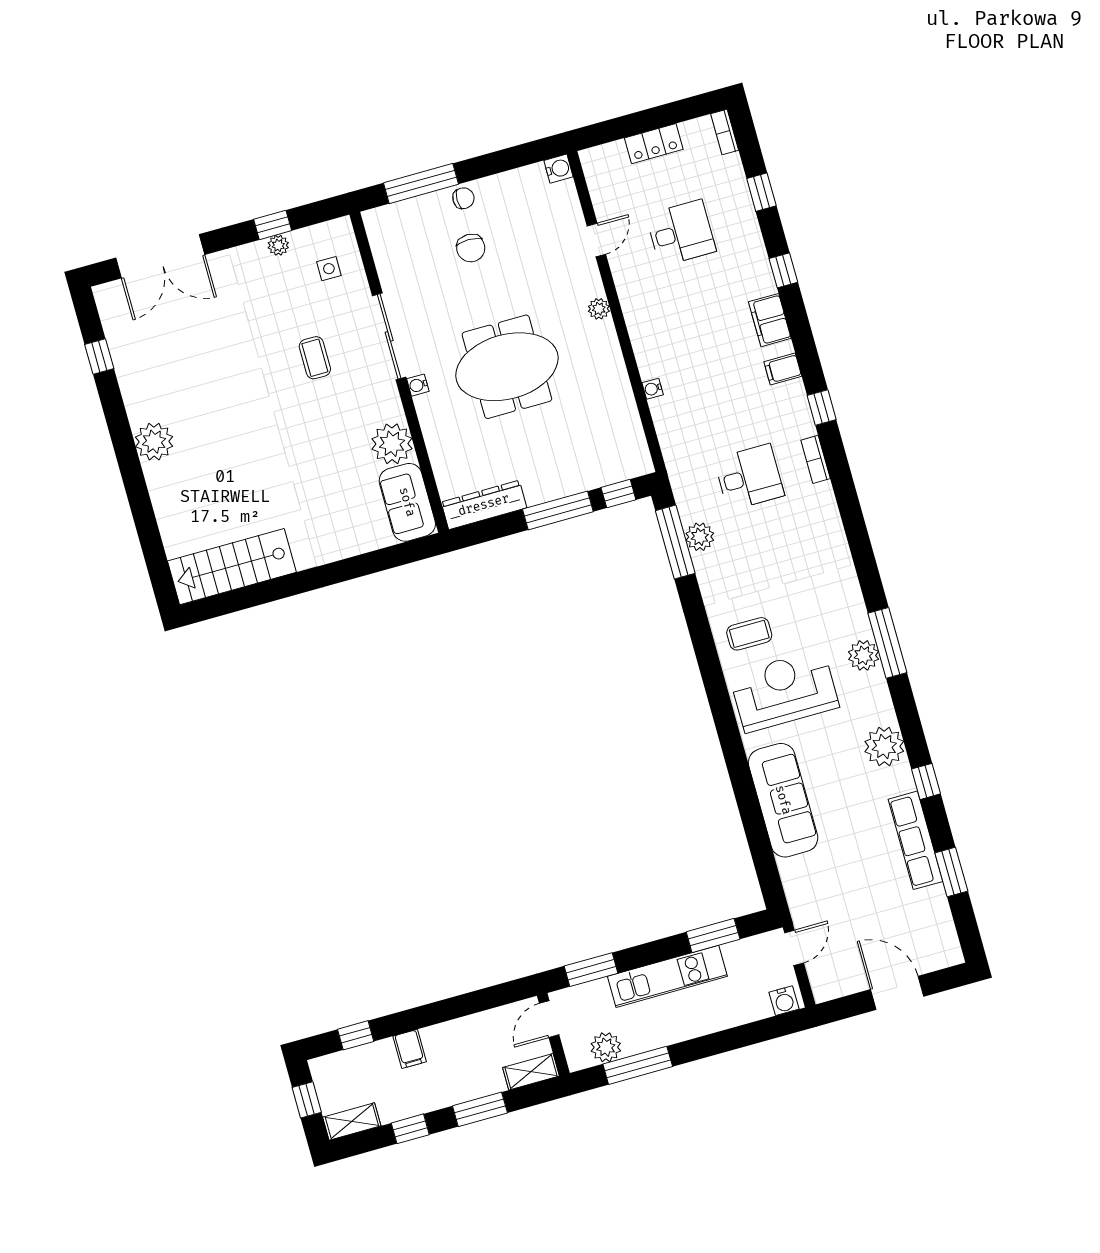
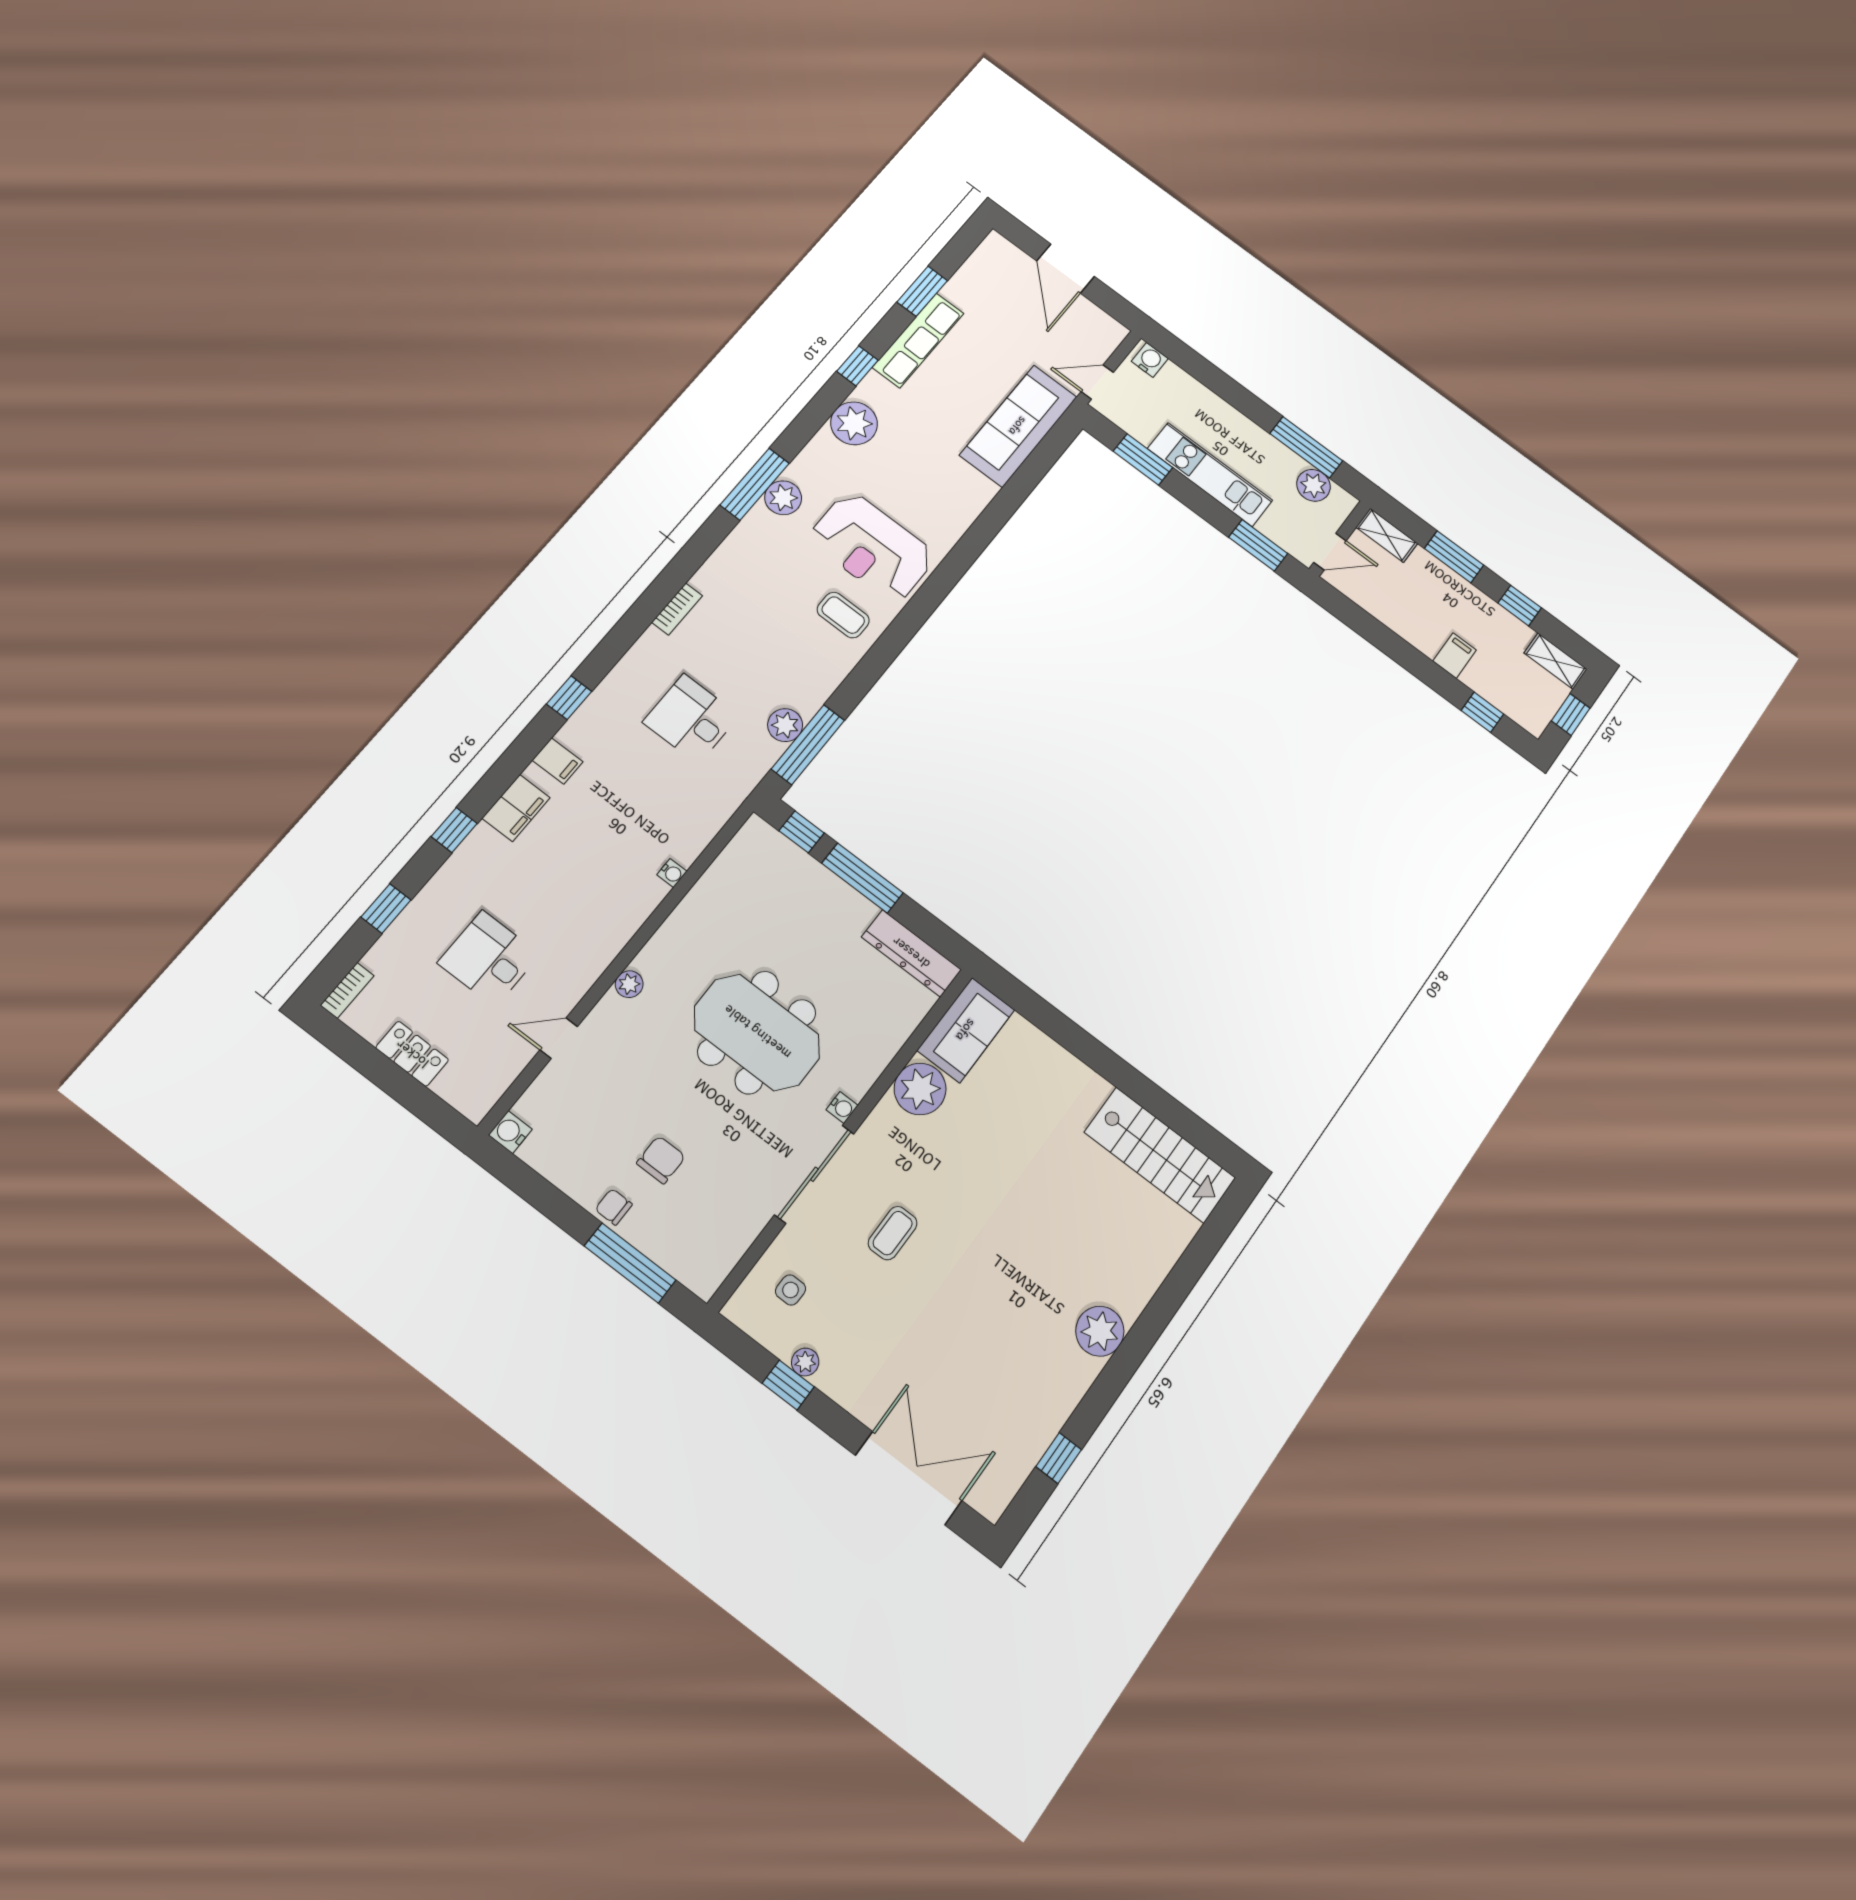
bookcase: (816, 459) -> (677, 609), moved
sofa: (783, 800) -> (1018, 426), moved

